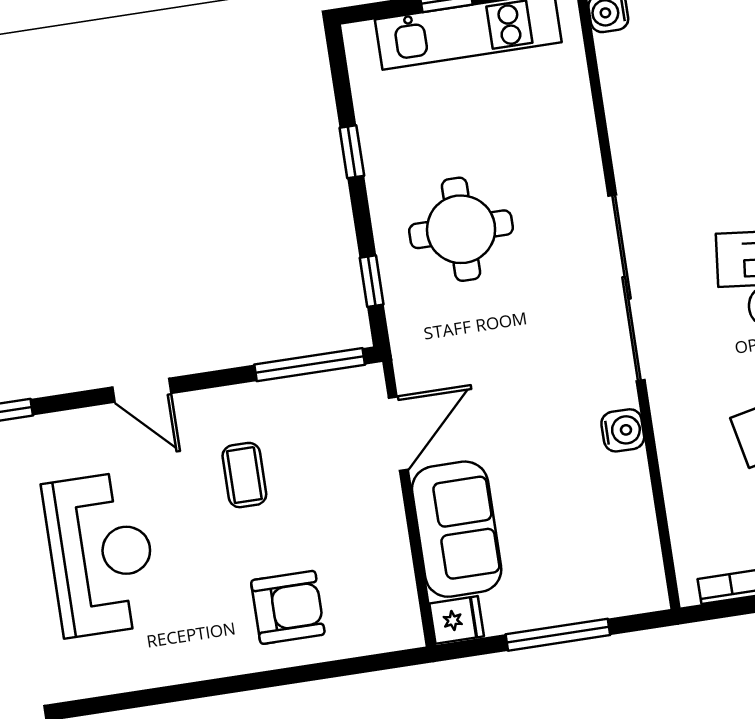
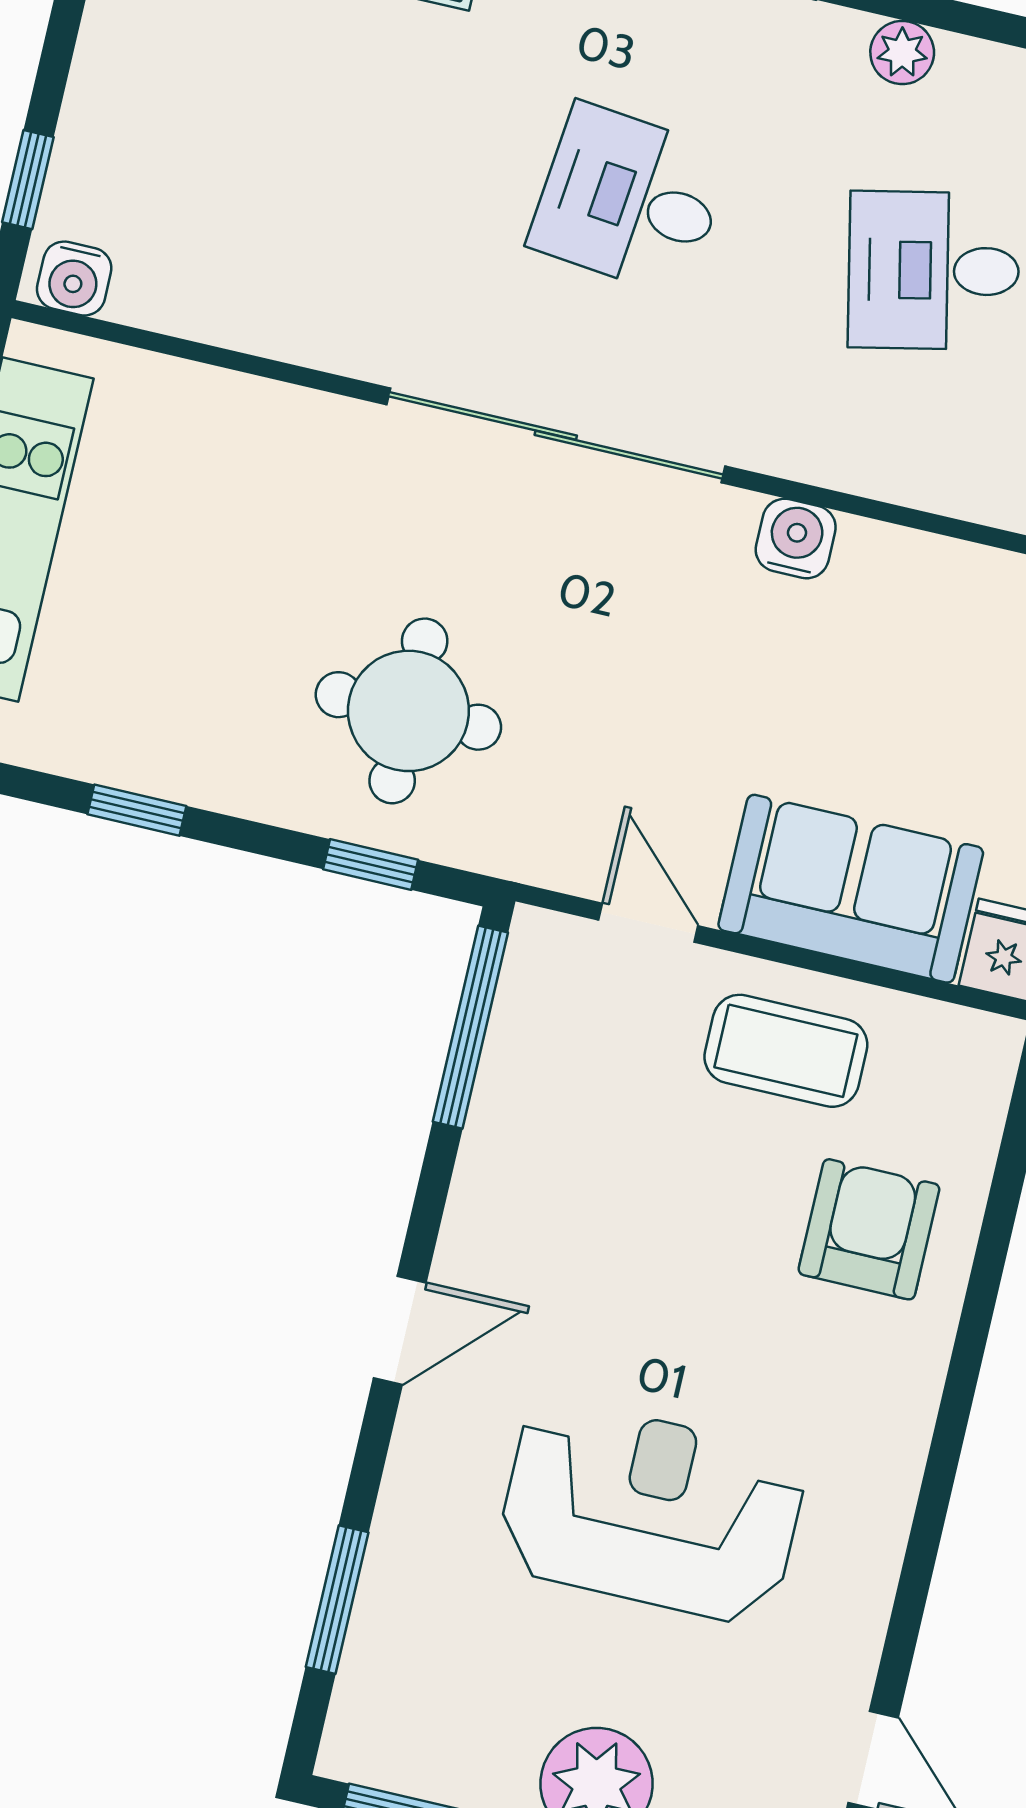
round table: (461, 229) -> (408, 711), moved
door: (398, 434) -> (648, 923), width x0.73
coffee table: (244, 475) -> (786, 1051), moved, width x1.36, depth x1.30

